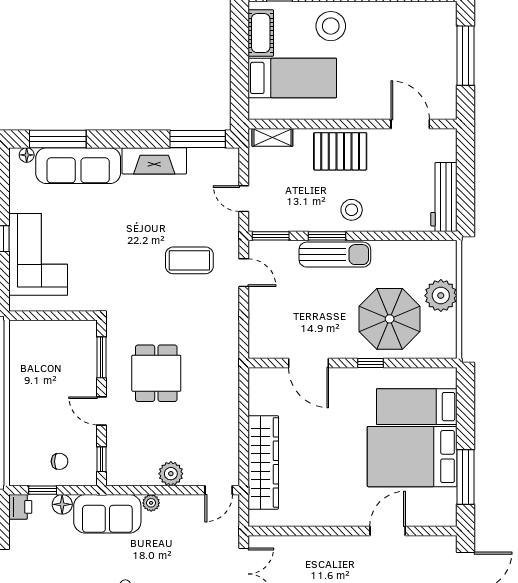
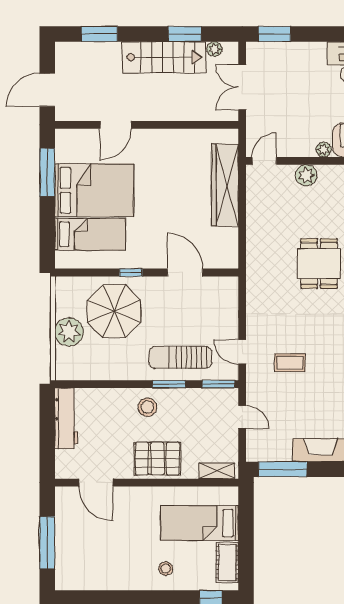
stool: (331, 26) -> (166, 569), width x0.53, depth x0.53
sun lounger: (335, 255) -> (180, 357), moved
coffee table: (189, 260) -> (290, 363), width x0.73, depth x0.77

